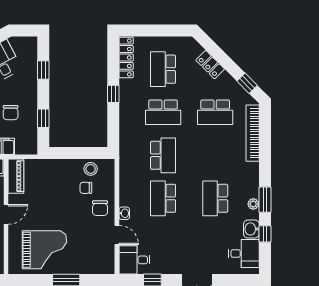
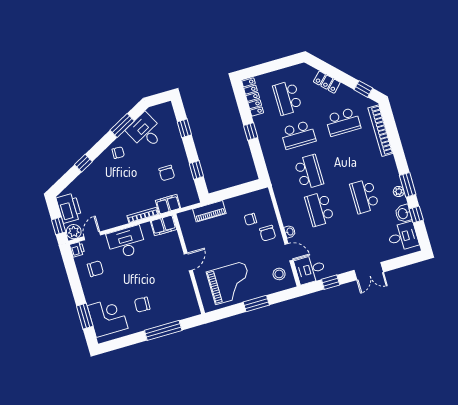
stool: (91, 169) -> (279, 274), moved
piano: (16, 176) -> (209, 211), moved, turned 90

